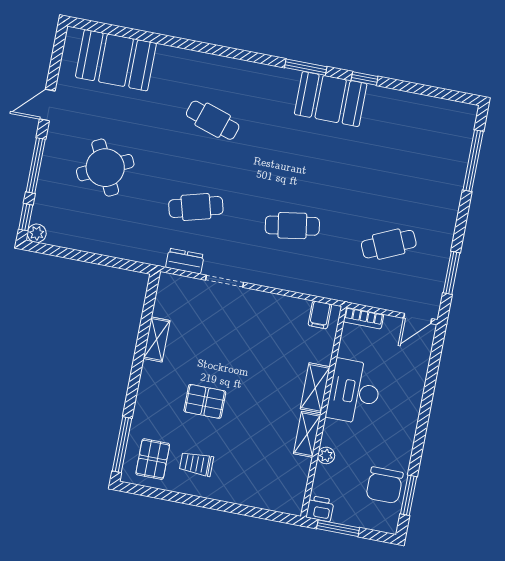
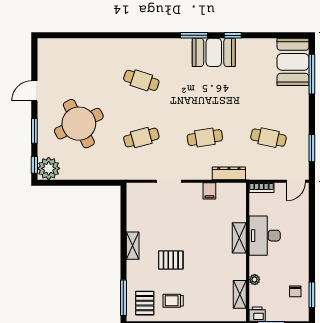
booth: (116, 60) -> (293, 62), moved, turned 90
window: (36, 166) -> (34, 131), width x0.69
round table: (105, 168) -> (79, 124), width x1.36, depth x1.36
plant: (37, 233) -> (49, 168), width x1.87, depth x1.87
cafe table: (389, 244) -> (268, 138), turned 36
dresser: (185, 261) -> (229, 173), moved, width x1.44
filing cabinet: (320, 315) -> (209, 191), moved
shelving: (157, 339) -> (133, 246), moved
shelving: (307, 434) -> (240, 294), moved
chair: (385, 485) -> (295, 291), width x0.54, depth x0.54

